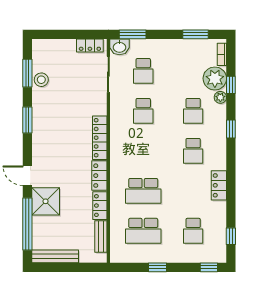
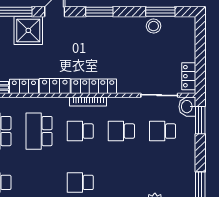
school desk: (193, 111) -> (80, 131), moved
window: (27, 120) -> (99, 12), moved
bookcase: (115, 143) -> (88, 101), added

